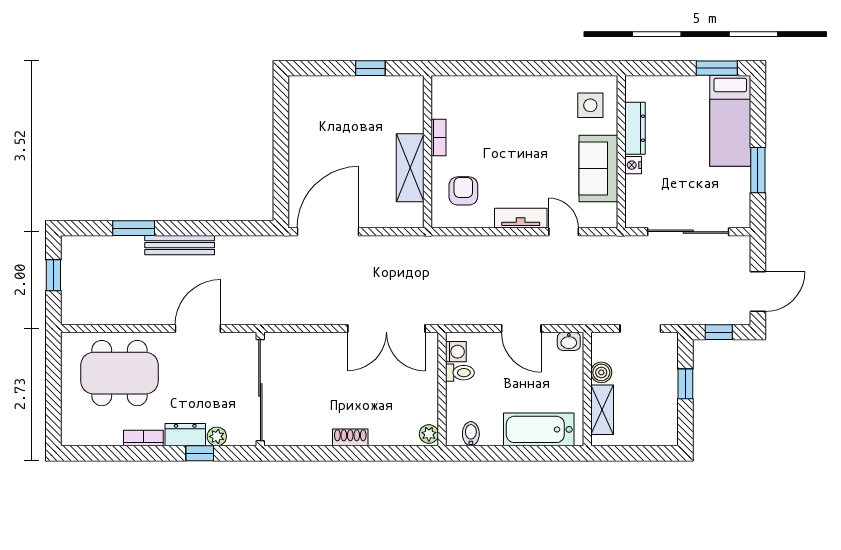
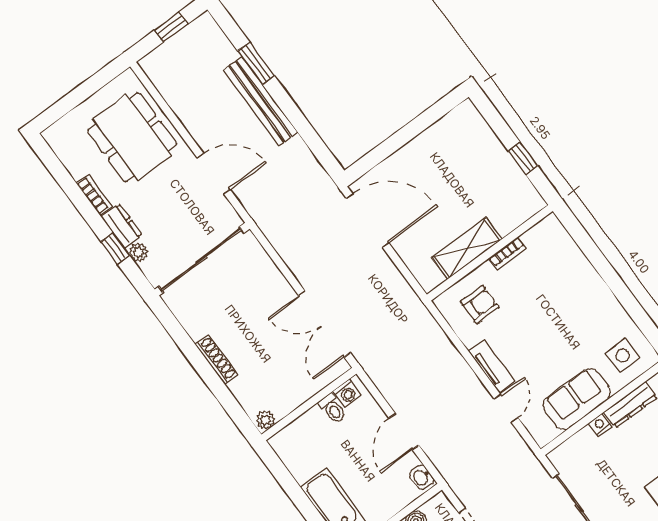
bench: (180, 245) -> (260, 101), width x1.37, depth x1.21
bidet: (471, 434) -> (290, 453), removed
shoe rack: (350, 437) -> (216, 359), width x1.43

